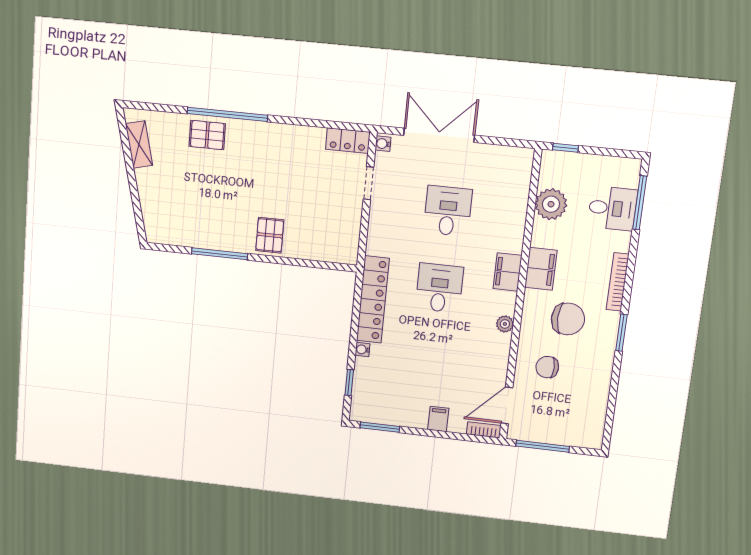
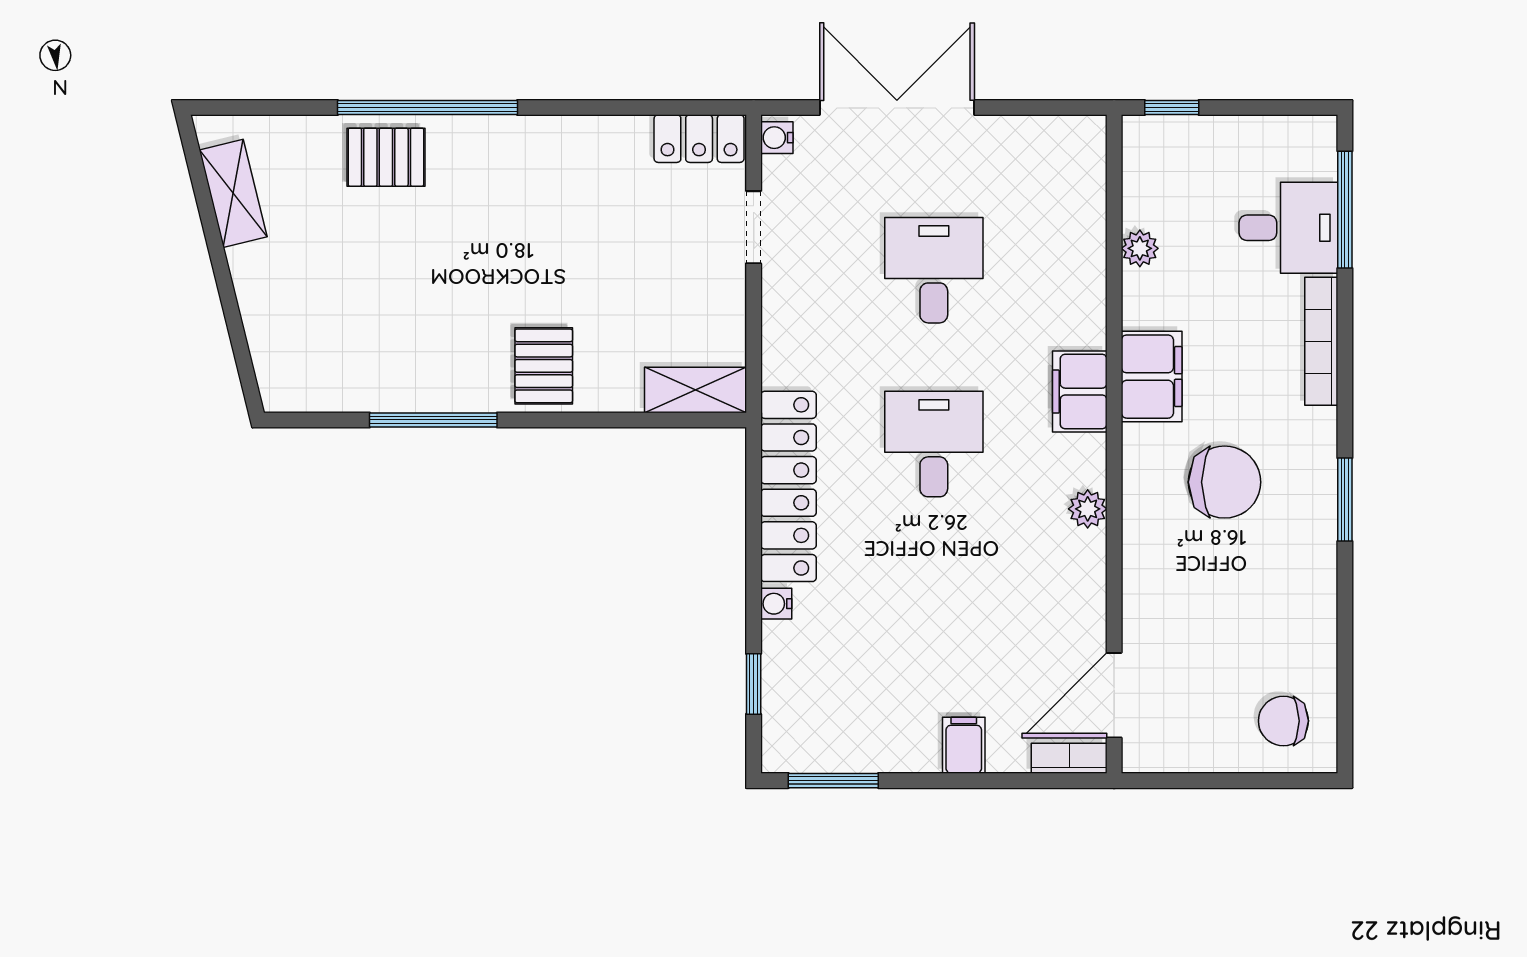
plant: (551, 204) -> (1140, 248), width x0.53, depth x0.53
shelving: (336, 253) -> (695, 390), added
bookcase: (618, 282) -> (1321, 341), moved
chair: (547, 367) -> (1283, 721), moved
window: (543, 446) -> (1205, 781), removed

